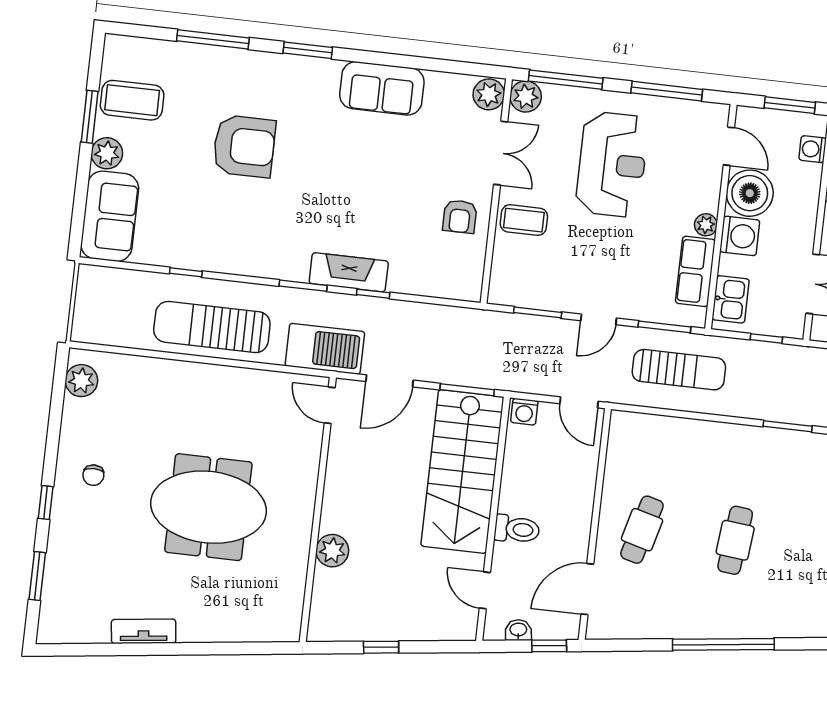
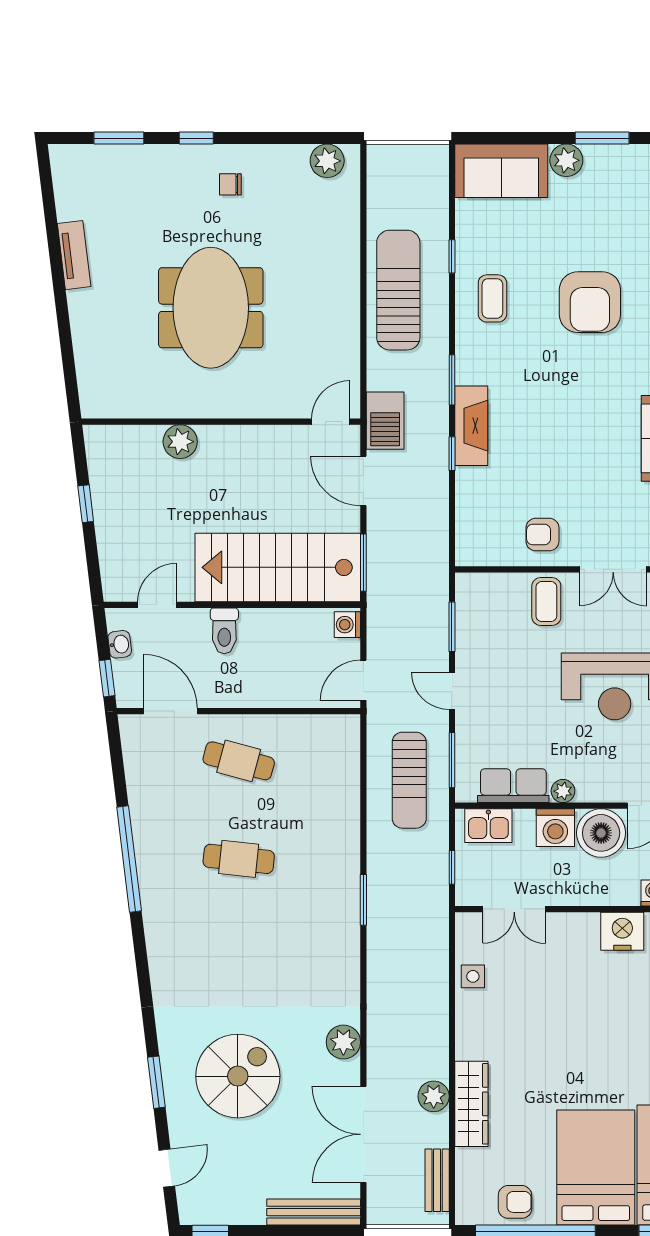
coffee table: (132, 100) -> (492, 298), moved, width x0.73, depth x0.77
barbecue: (325, 349) -> (385, 421), width x0.73, depth x0.83

